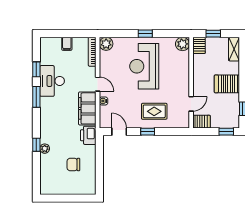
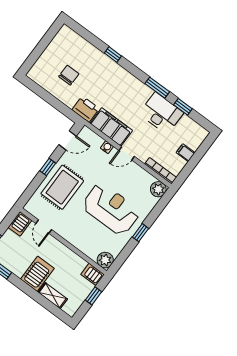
shelving: (234, 49) -> (53, 296), moved
rug: (154, 111) -> (62, 187), width x1.36, depth x1.43
plant: (45, 149) -> (103, 60), removed

